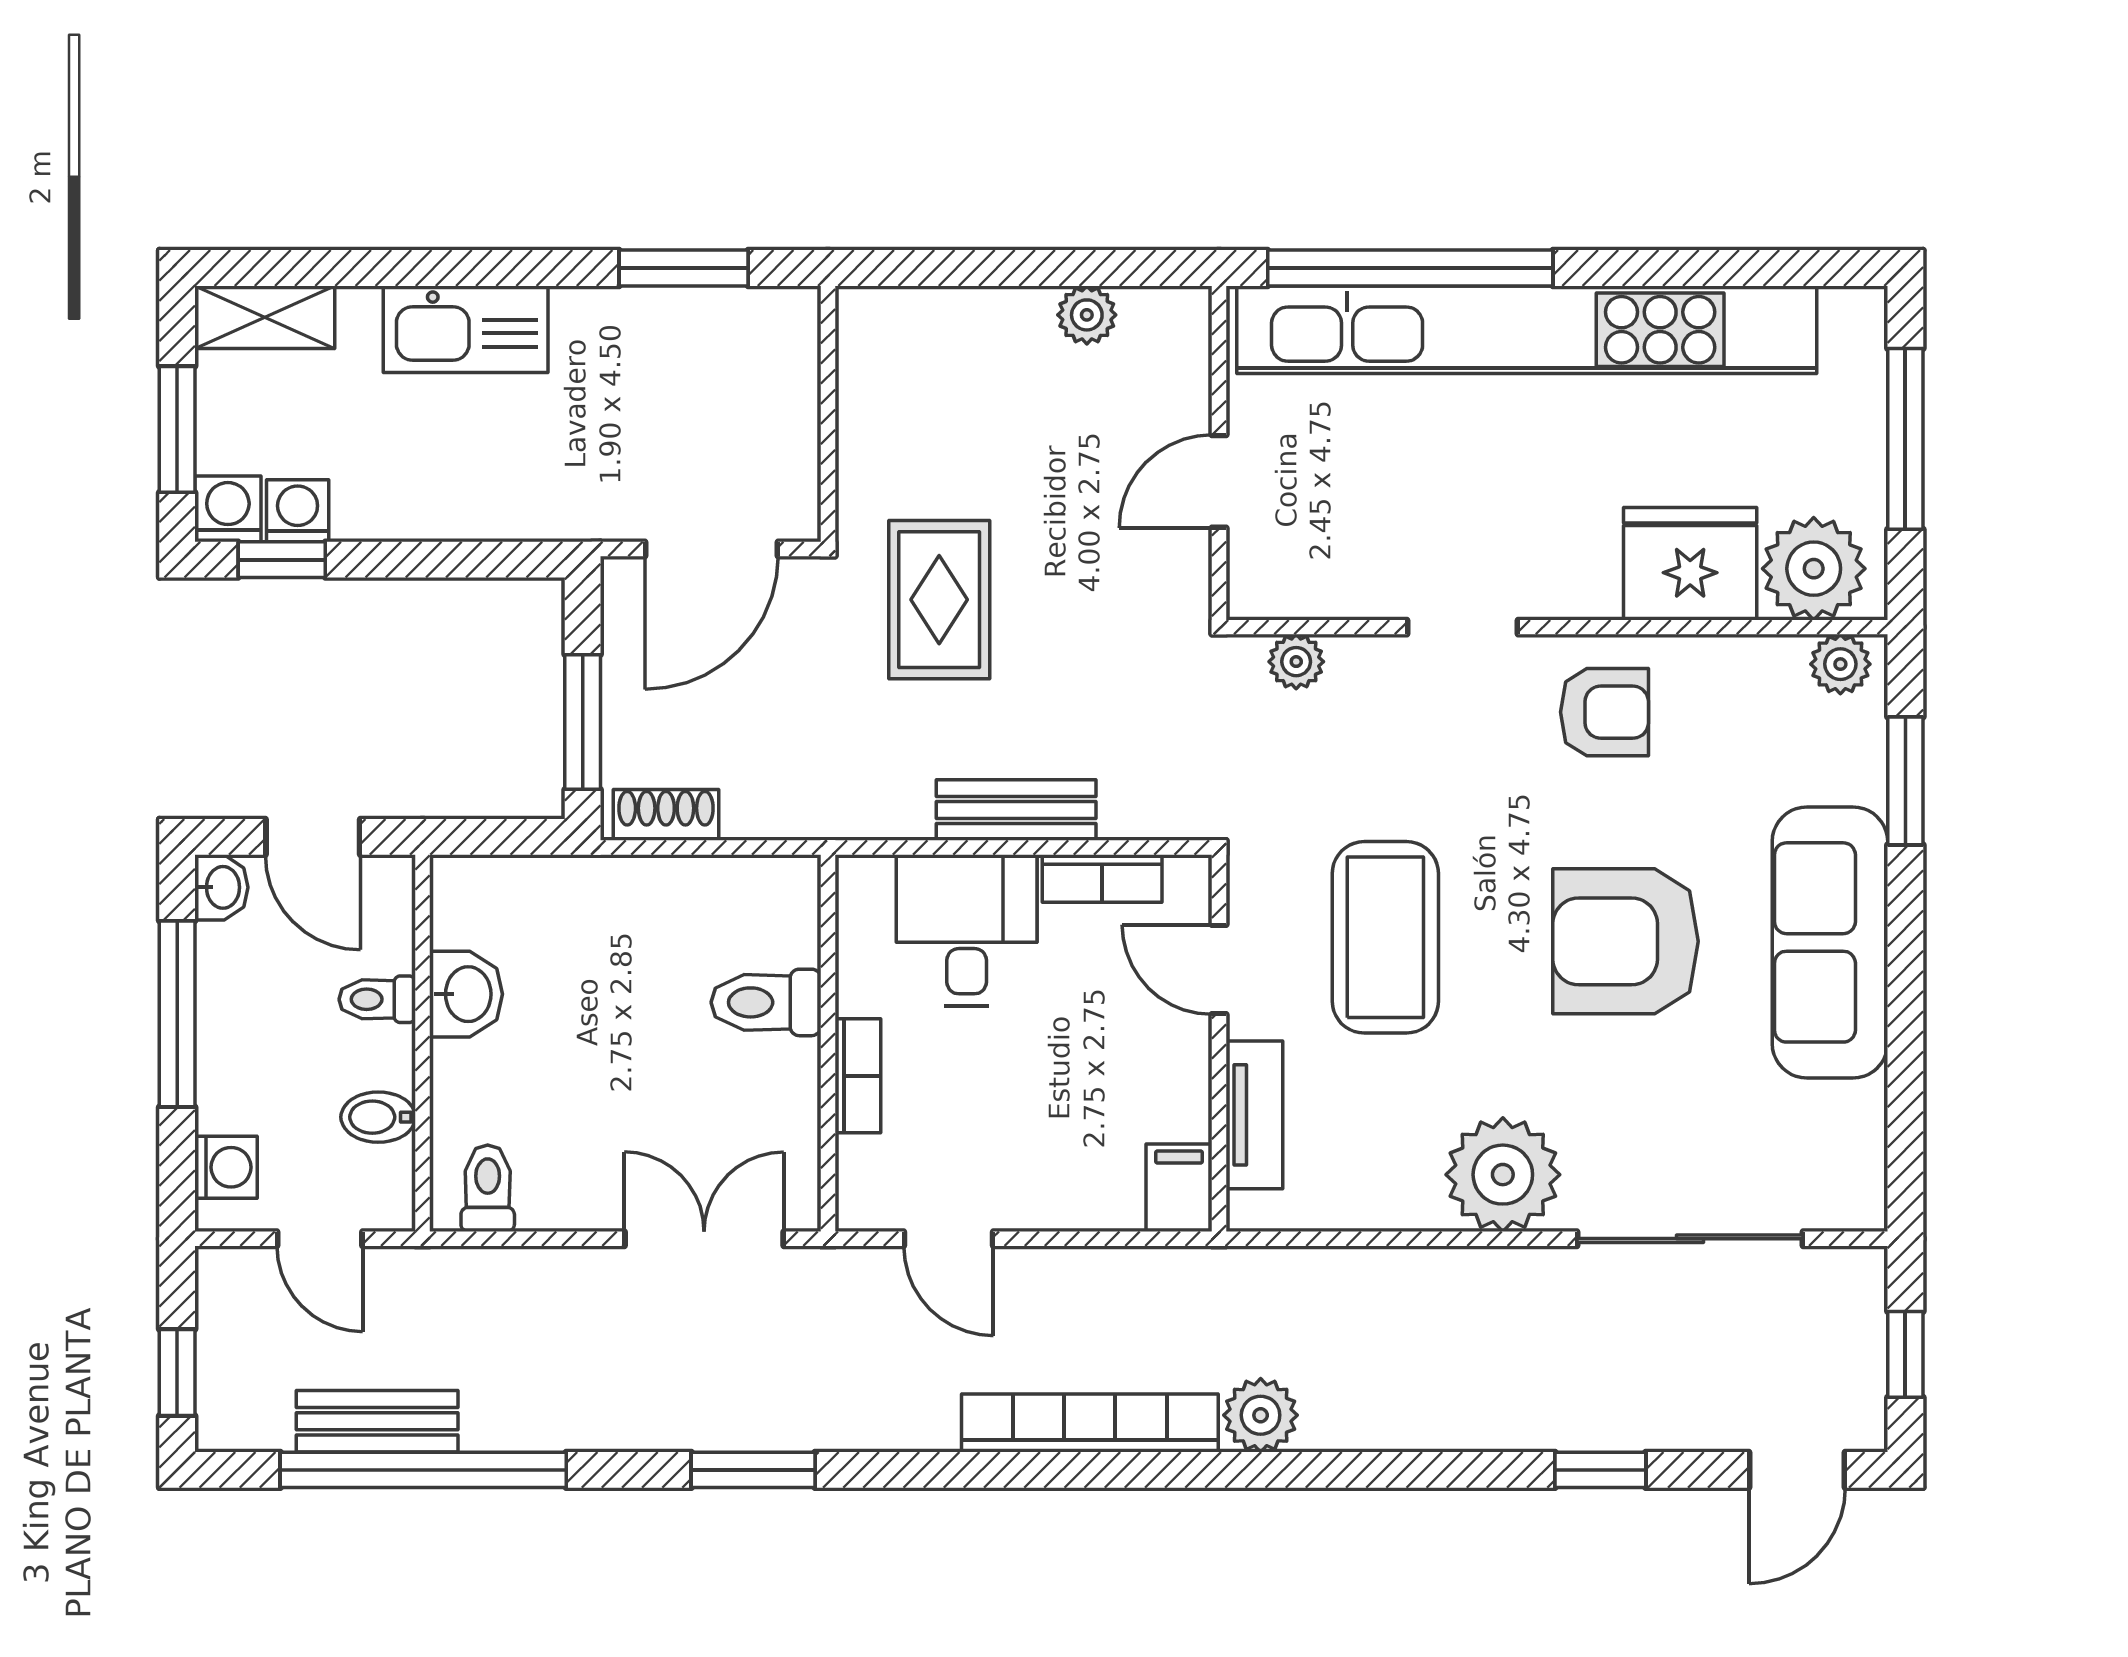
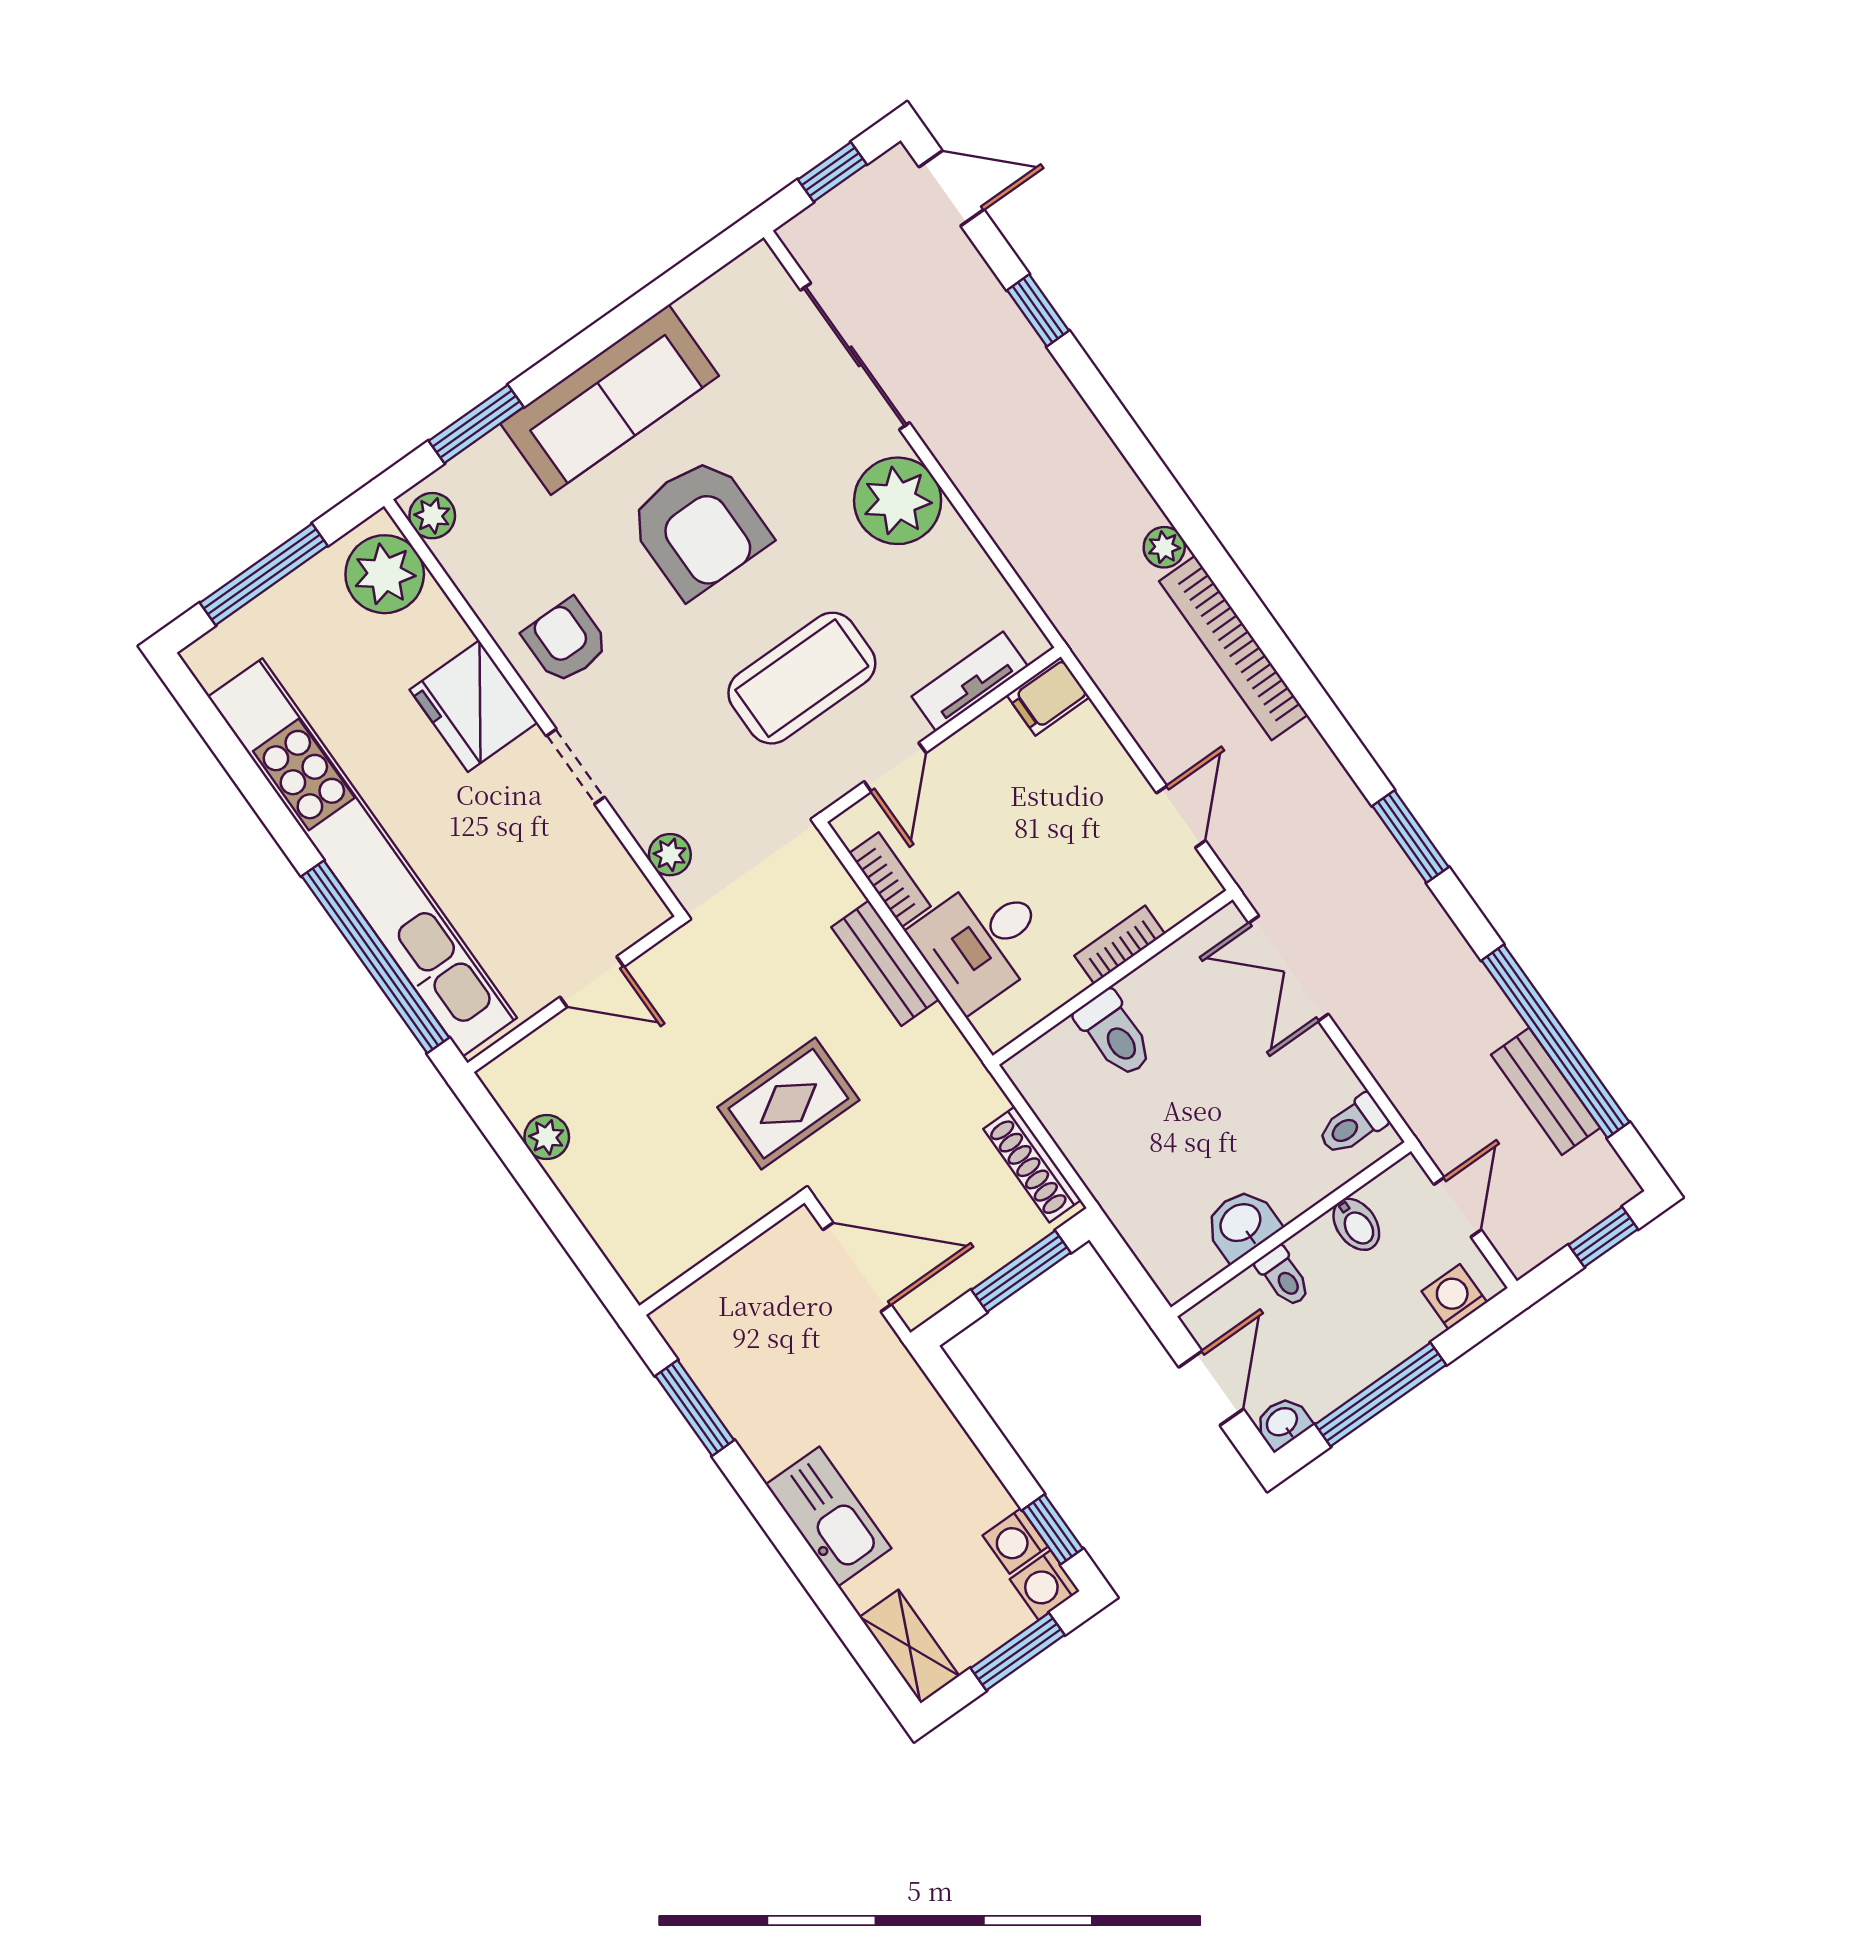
fridge: (1690, 564) -> (474, 706), moved
shoe rack: (666, 815) -> (1032, 1164), width x1.43
plant: (1261, 1415) -> (1164, 547), width x0.73, depth x0.73

